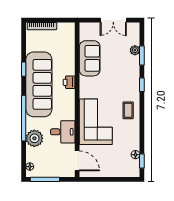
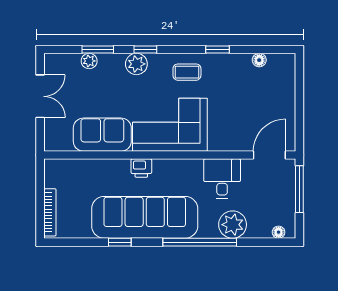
plant: (133, 79) -> (136, 64), added
corner sofa: (96, 122) -> (170, 125), moved
window: (142, 161) -> (218, 49), moved
window: (45, 179) -> (299, 189), moved

